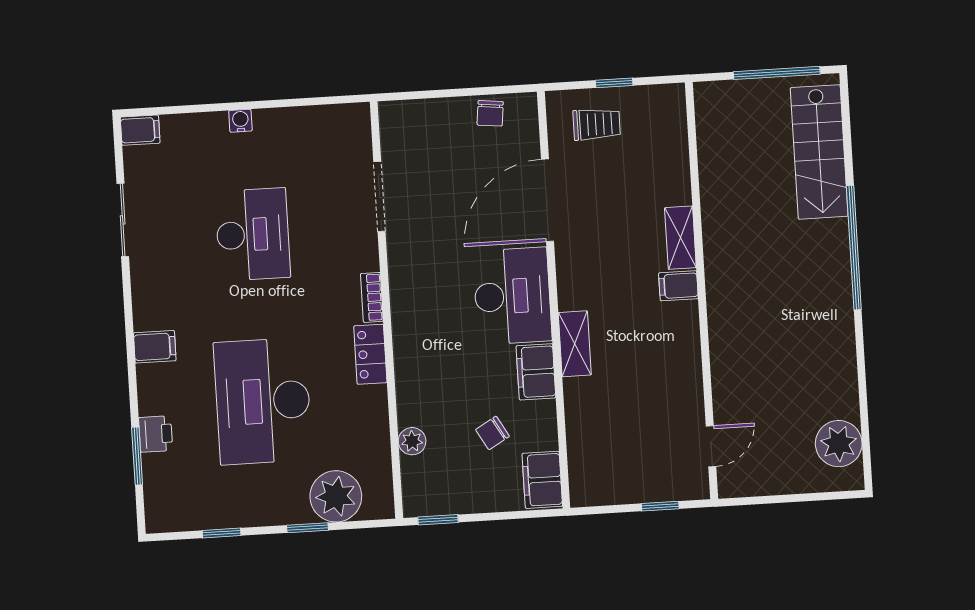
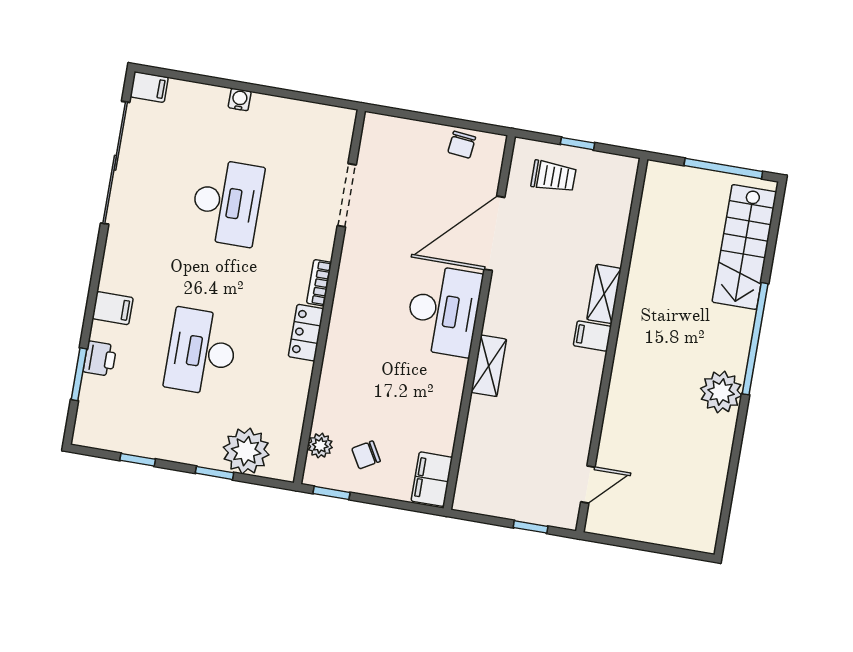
sliding door: (123, 220) -> (115, 163), width x1.86
filing cabinet: (155, 347) -> (113, 308), moved
filing cabinet: (536, 372) -> (449, 382), removed
desk: (263, 401) -> (201, 352), width x0.73, depth x0.77
chair: (492, 433) -> (366, 455), moved
plant: (412, 441) -> (320, 445), moved
plant: (839, 444) -> (721, 392), moved

